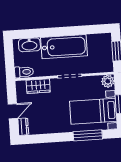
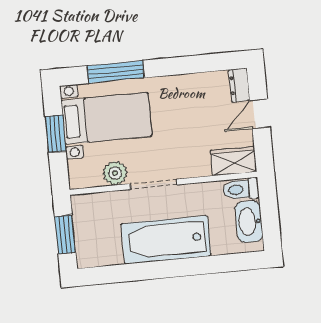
washbasin: (29, 45) -> (249, 222), moved, turned -90
plant: (108, 81) -> (115, 173), moved
wardrobe: (38, 86) -> (234, 161), moved

